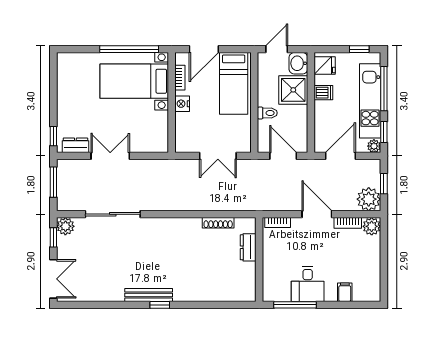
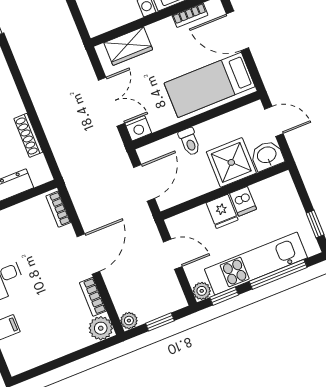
fridge: (325, 65) -> (222, 211), moved
nightstand: (182, 104) -> (138, 128), moved, turned 180
wardrobe: (184, 129) -> (128, 46), added
double door: (218, 156) -> (111, 102), swing flipped
door: (341, 156) -> (173, 254), width x0.73
plant: (369, 199) -> (129, 321), width x0.53, depth x0.53

